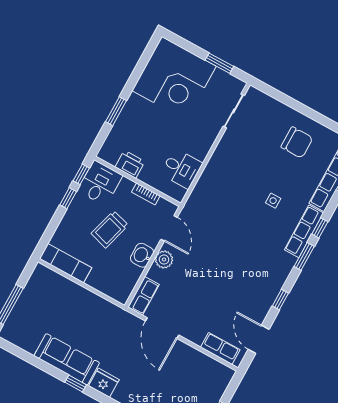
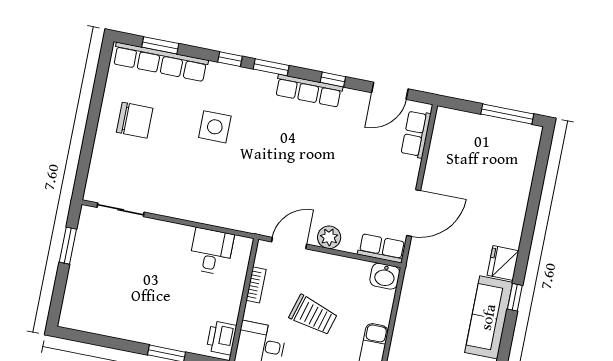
corner desk: (174, 78) -> (104, 295), removed
chair: (297, 142) -> (135, 120), turned 90
printer: (130, 164) -> (222, 338), moved
side table: (273, 201) -> (215, 127), width x1.87, depth x1.87
row of seats: (304, 231) -> (309, 91), moved
washbasin: (142, 255) -> (385, 276), moved

